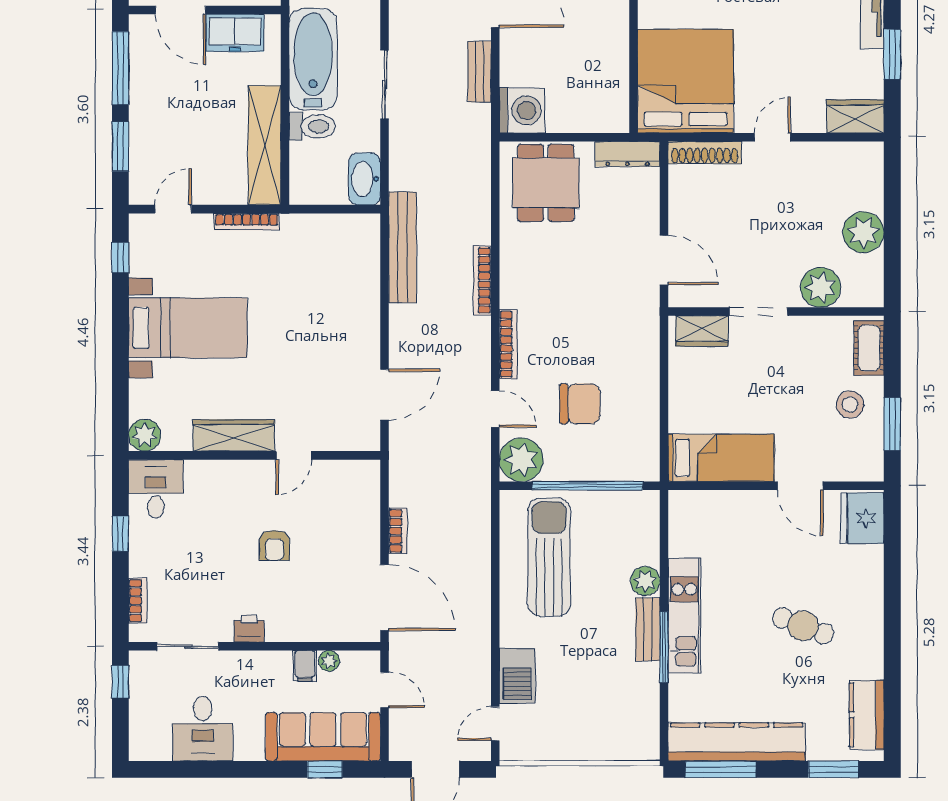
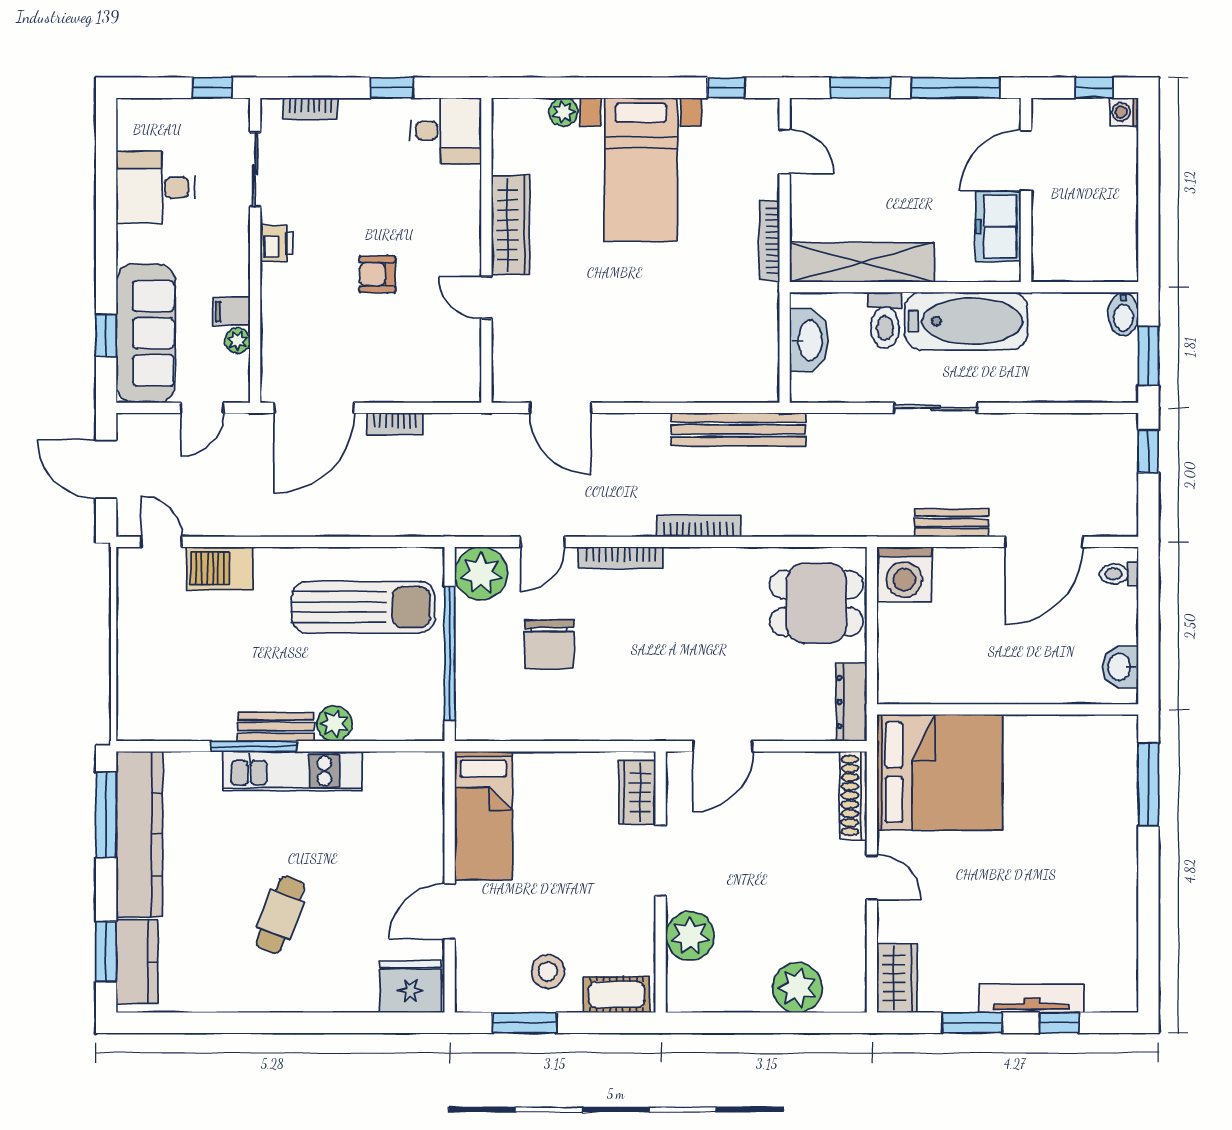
washbasin: (365, 179) -> (809, 340), moved, turned 90
plant: (863, 232) -> (797, 988), moved
plant: (145, 435) -> (563, 112), moved, width x0.73, depth x0.73
kitchen counter: (867, 715) -> (137, 962), moved, turned 90

